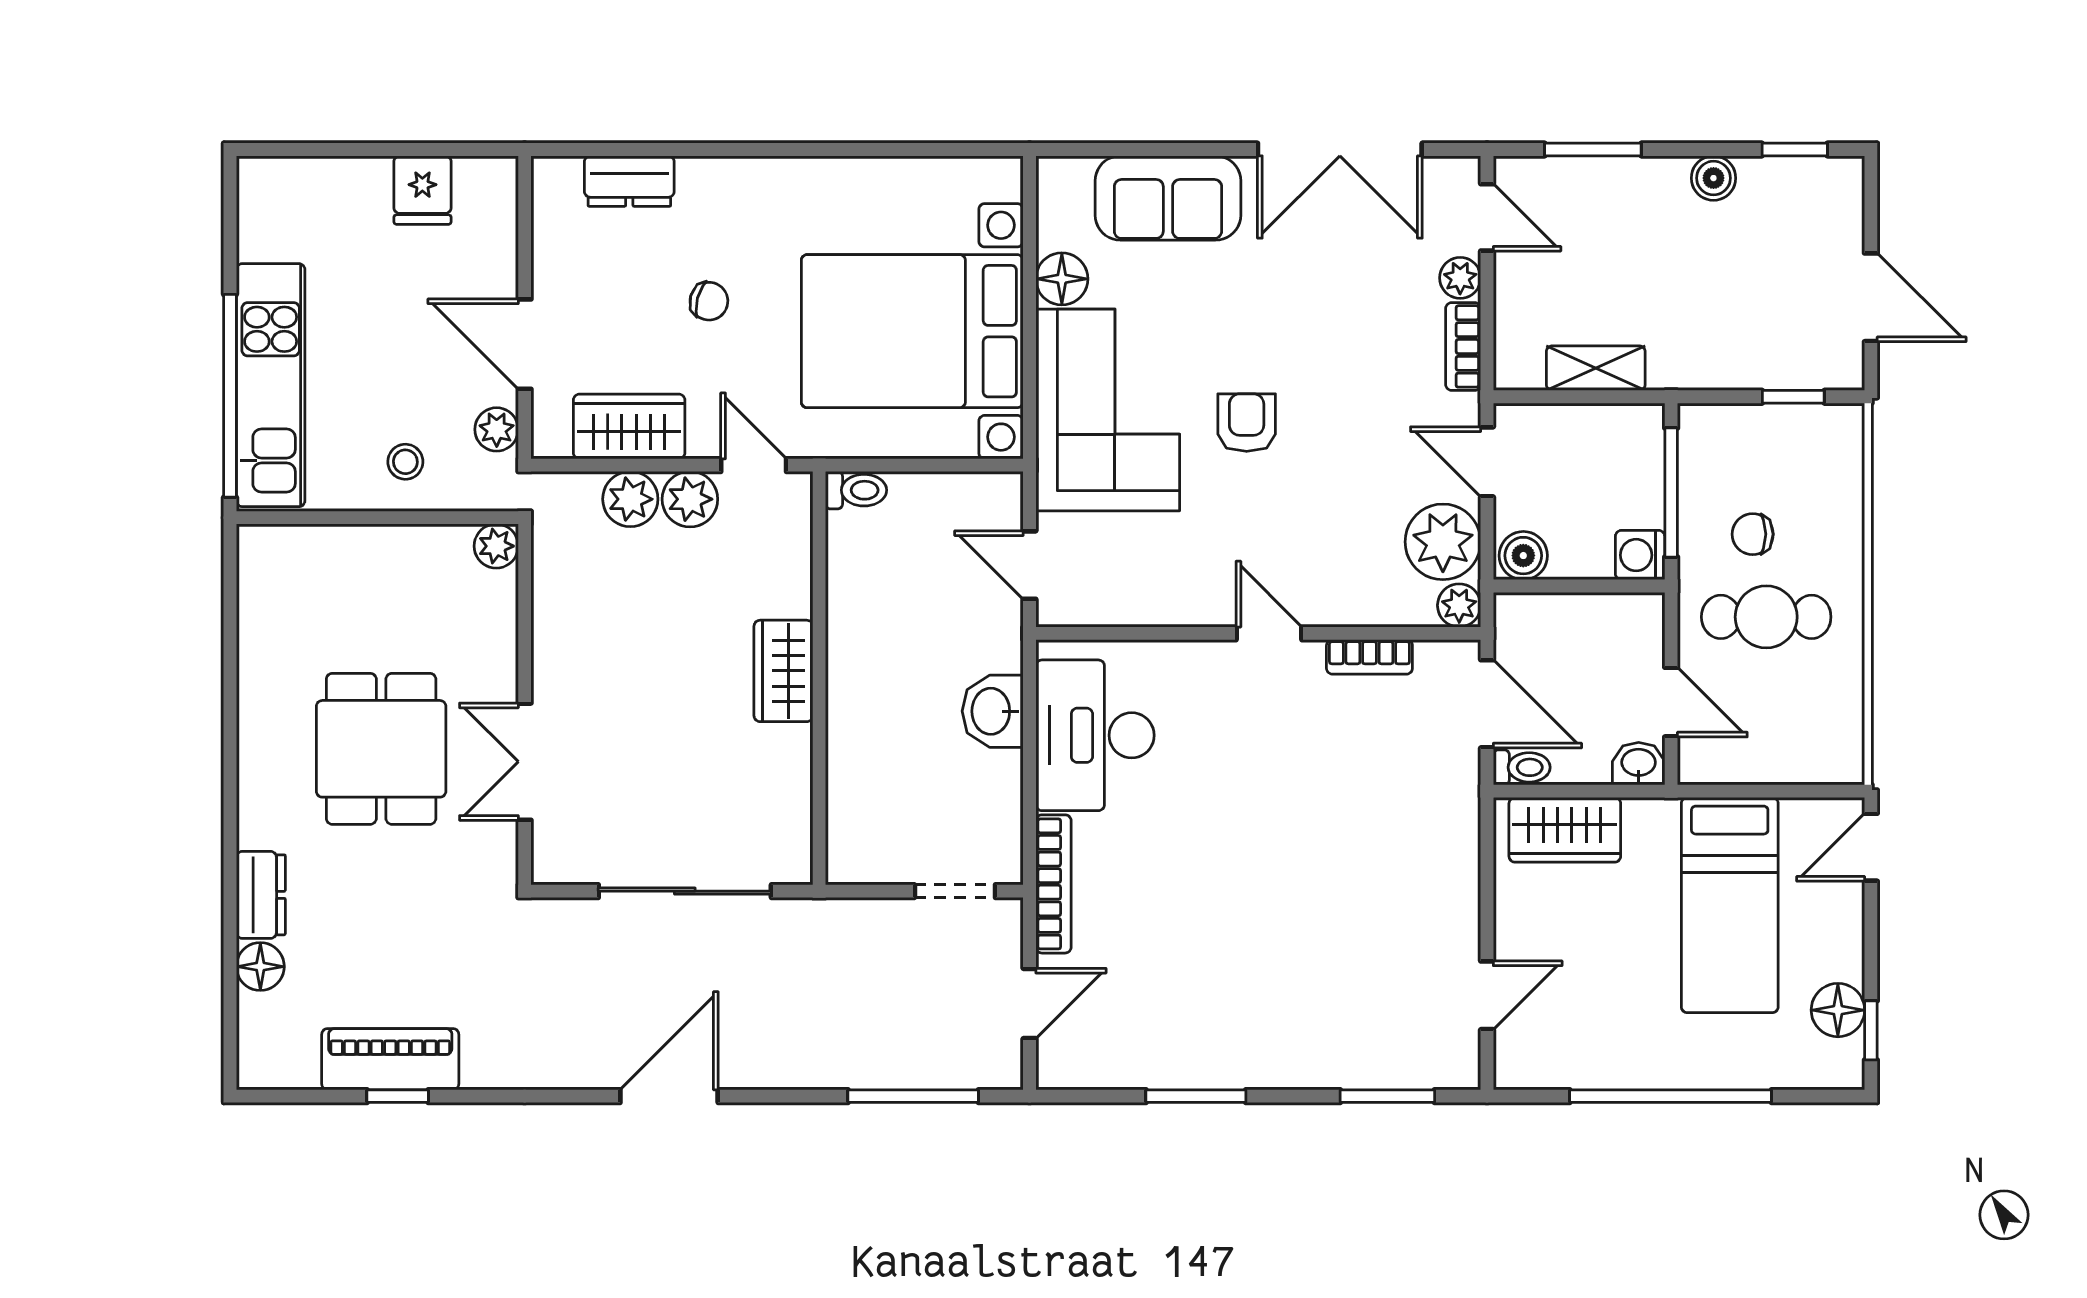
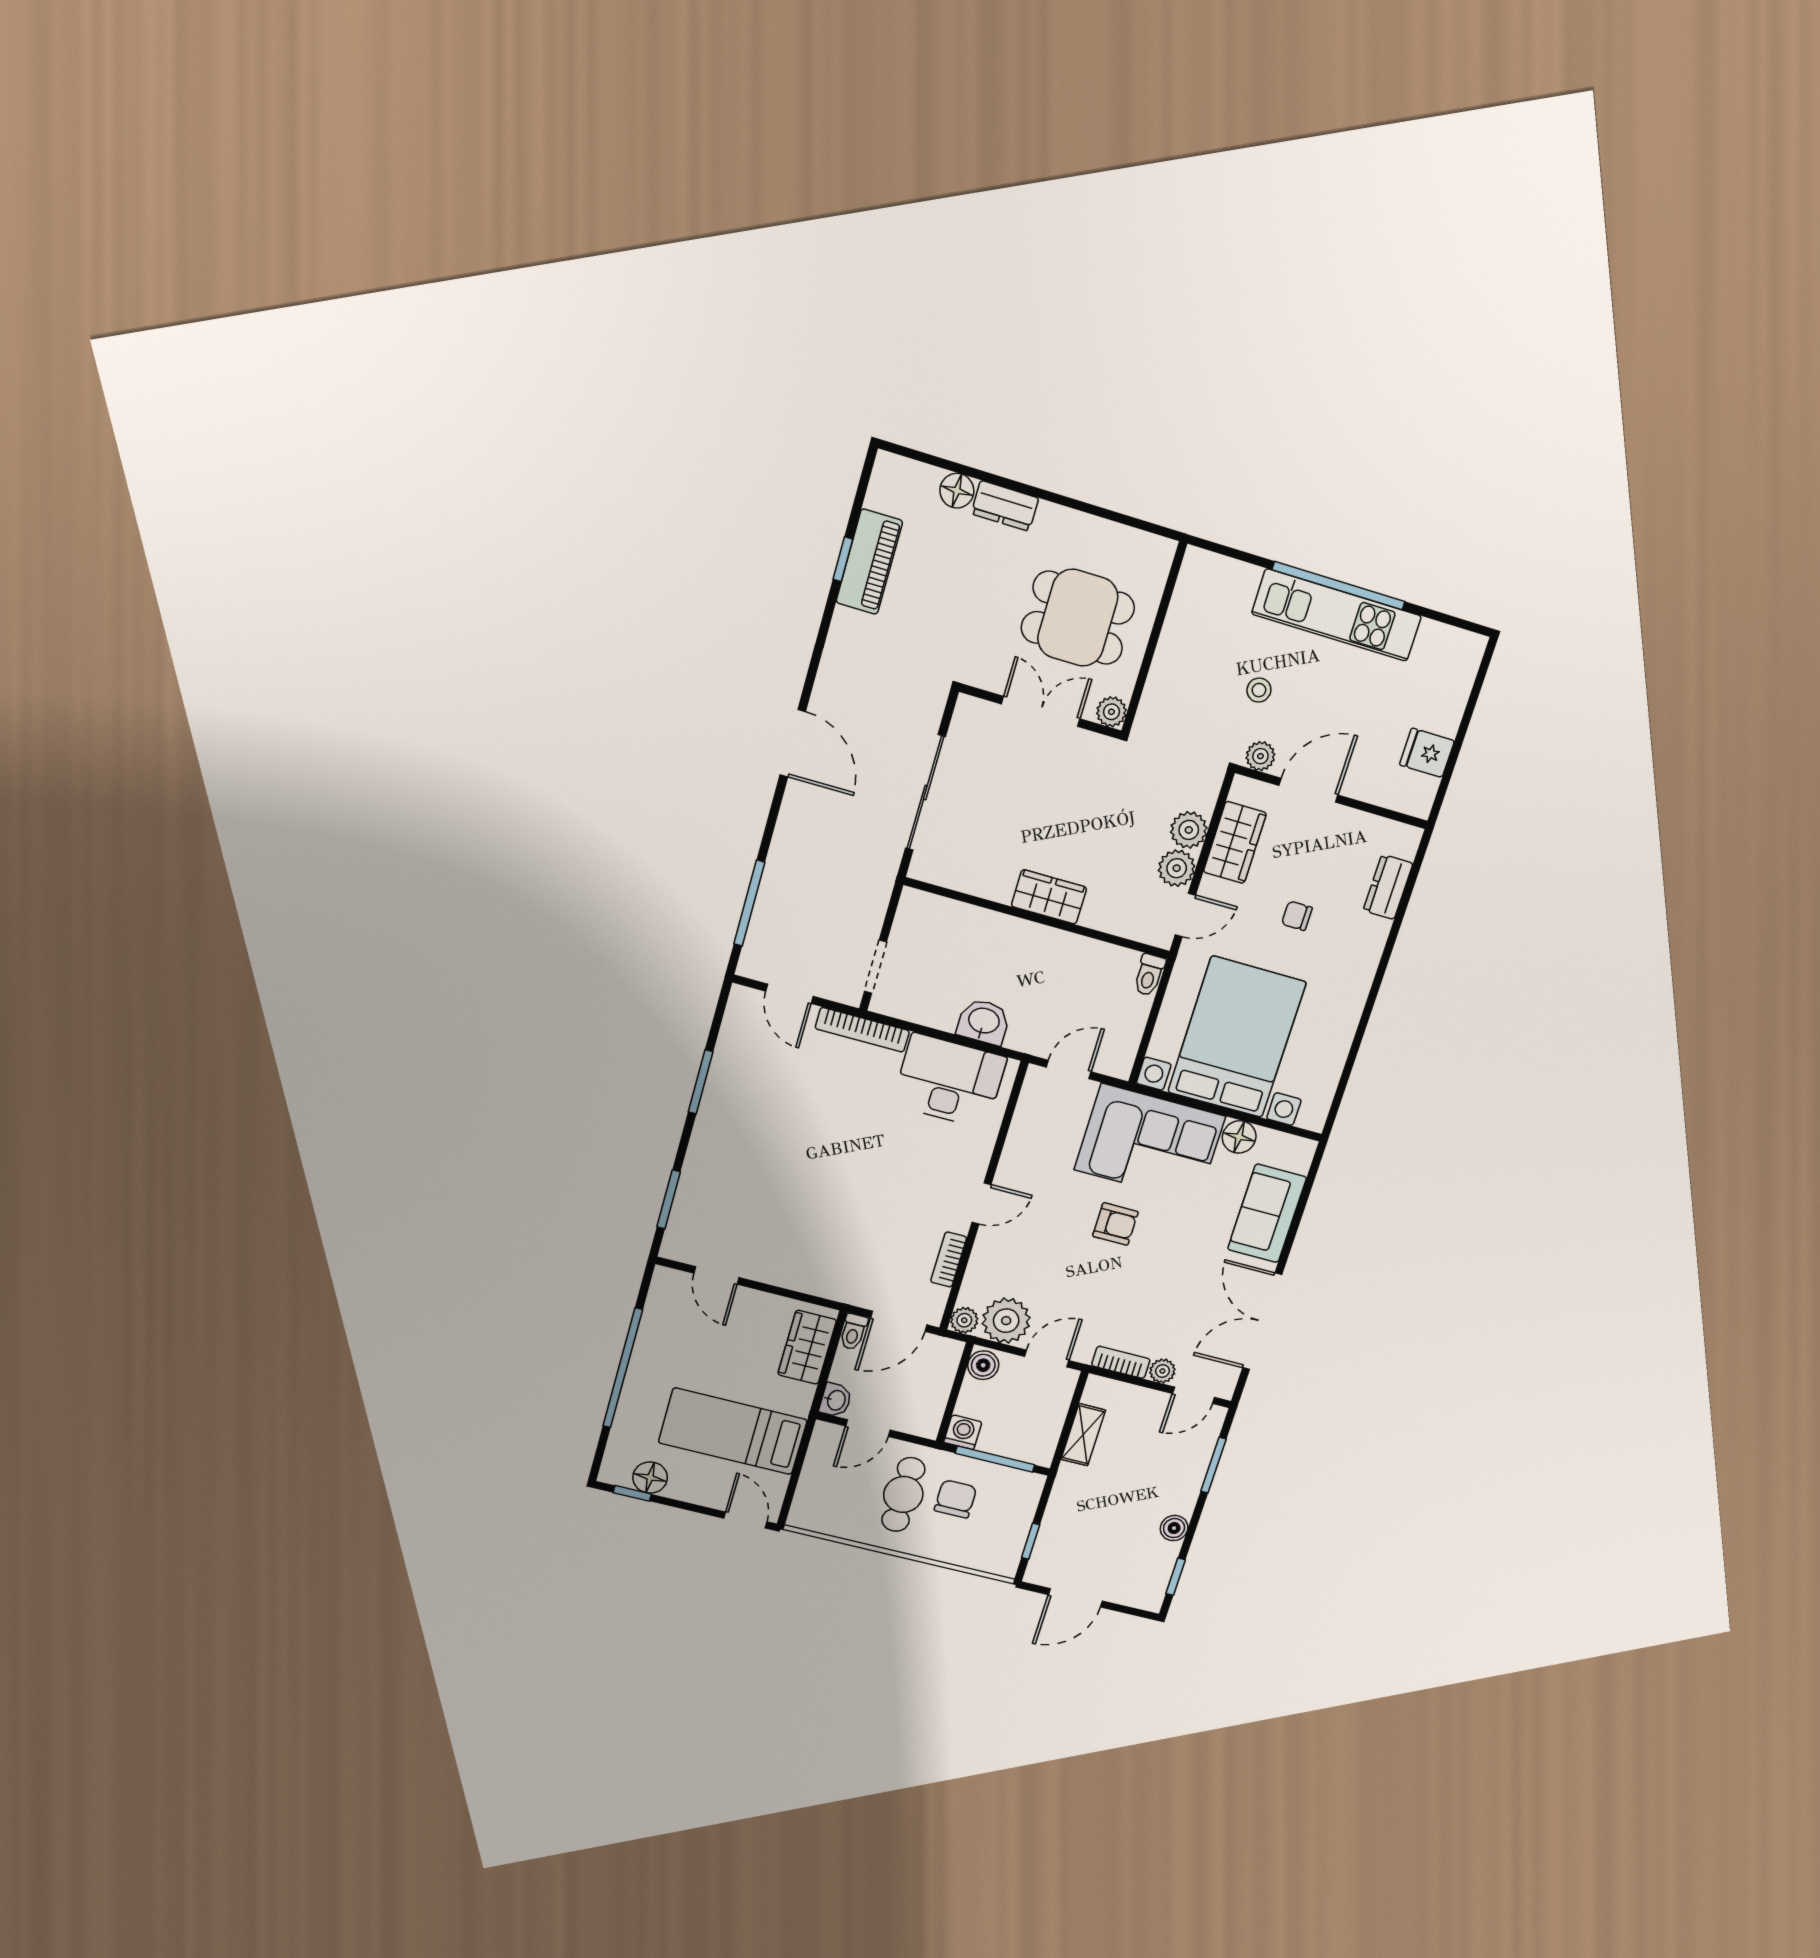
chair: (709, 301) -> (1297, 916), turned 75
wall: (377, 518) -> (1154, 638), moved
chair: (1753, 534) -> (956, 1499), width x1.37, depth x1.37
plant: (496, 546) -> (1111, 712), moved

